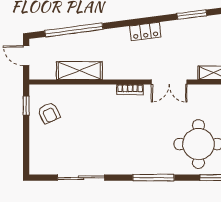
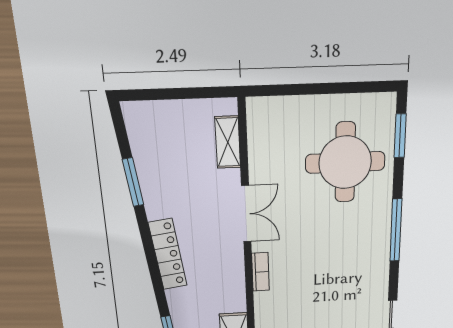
locker: (145, 31) -> (168, 254), width x1.53

